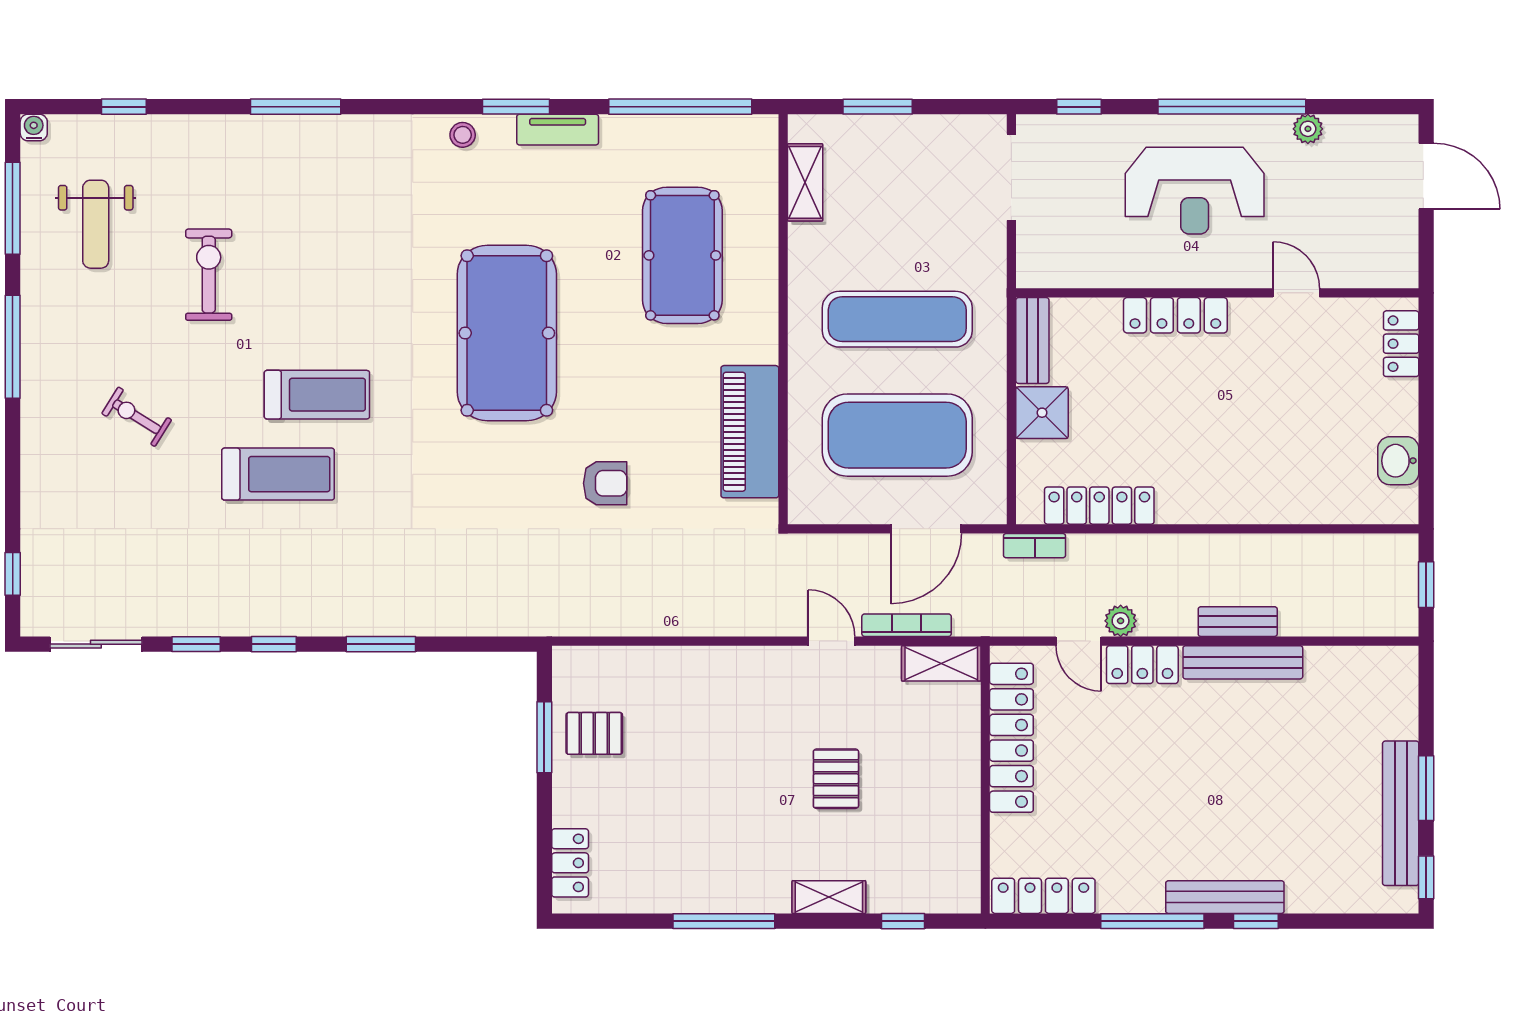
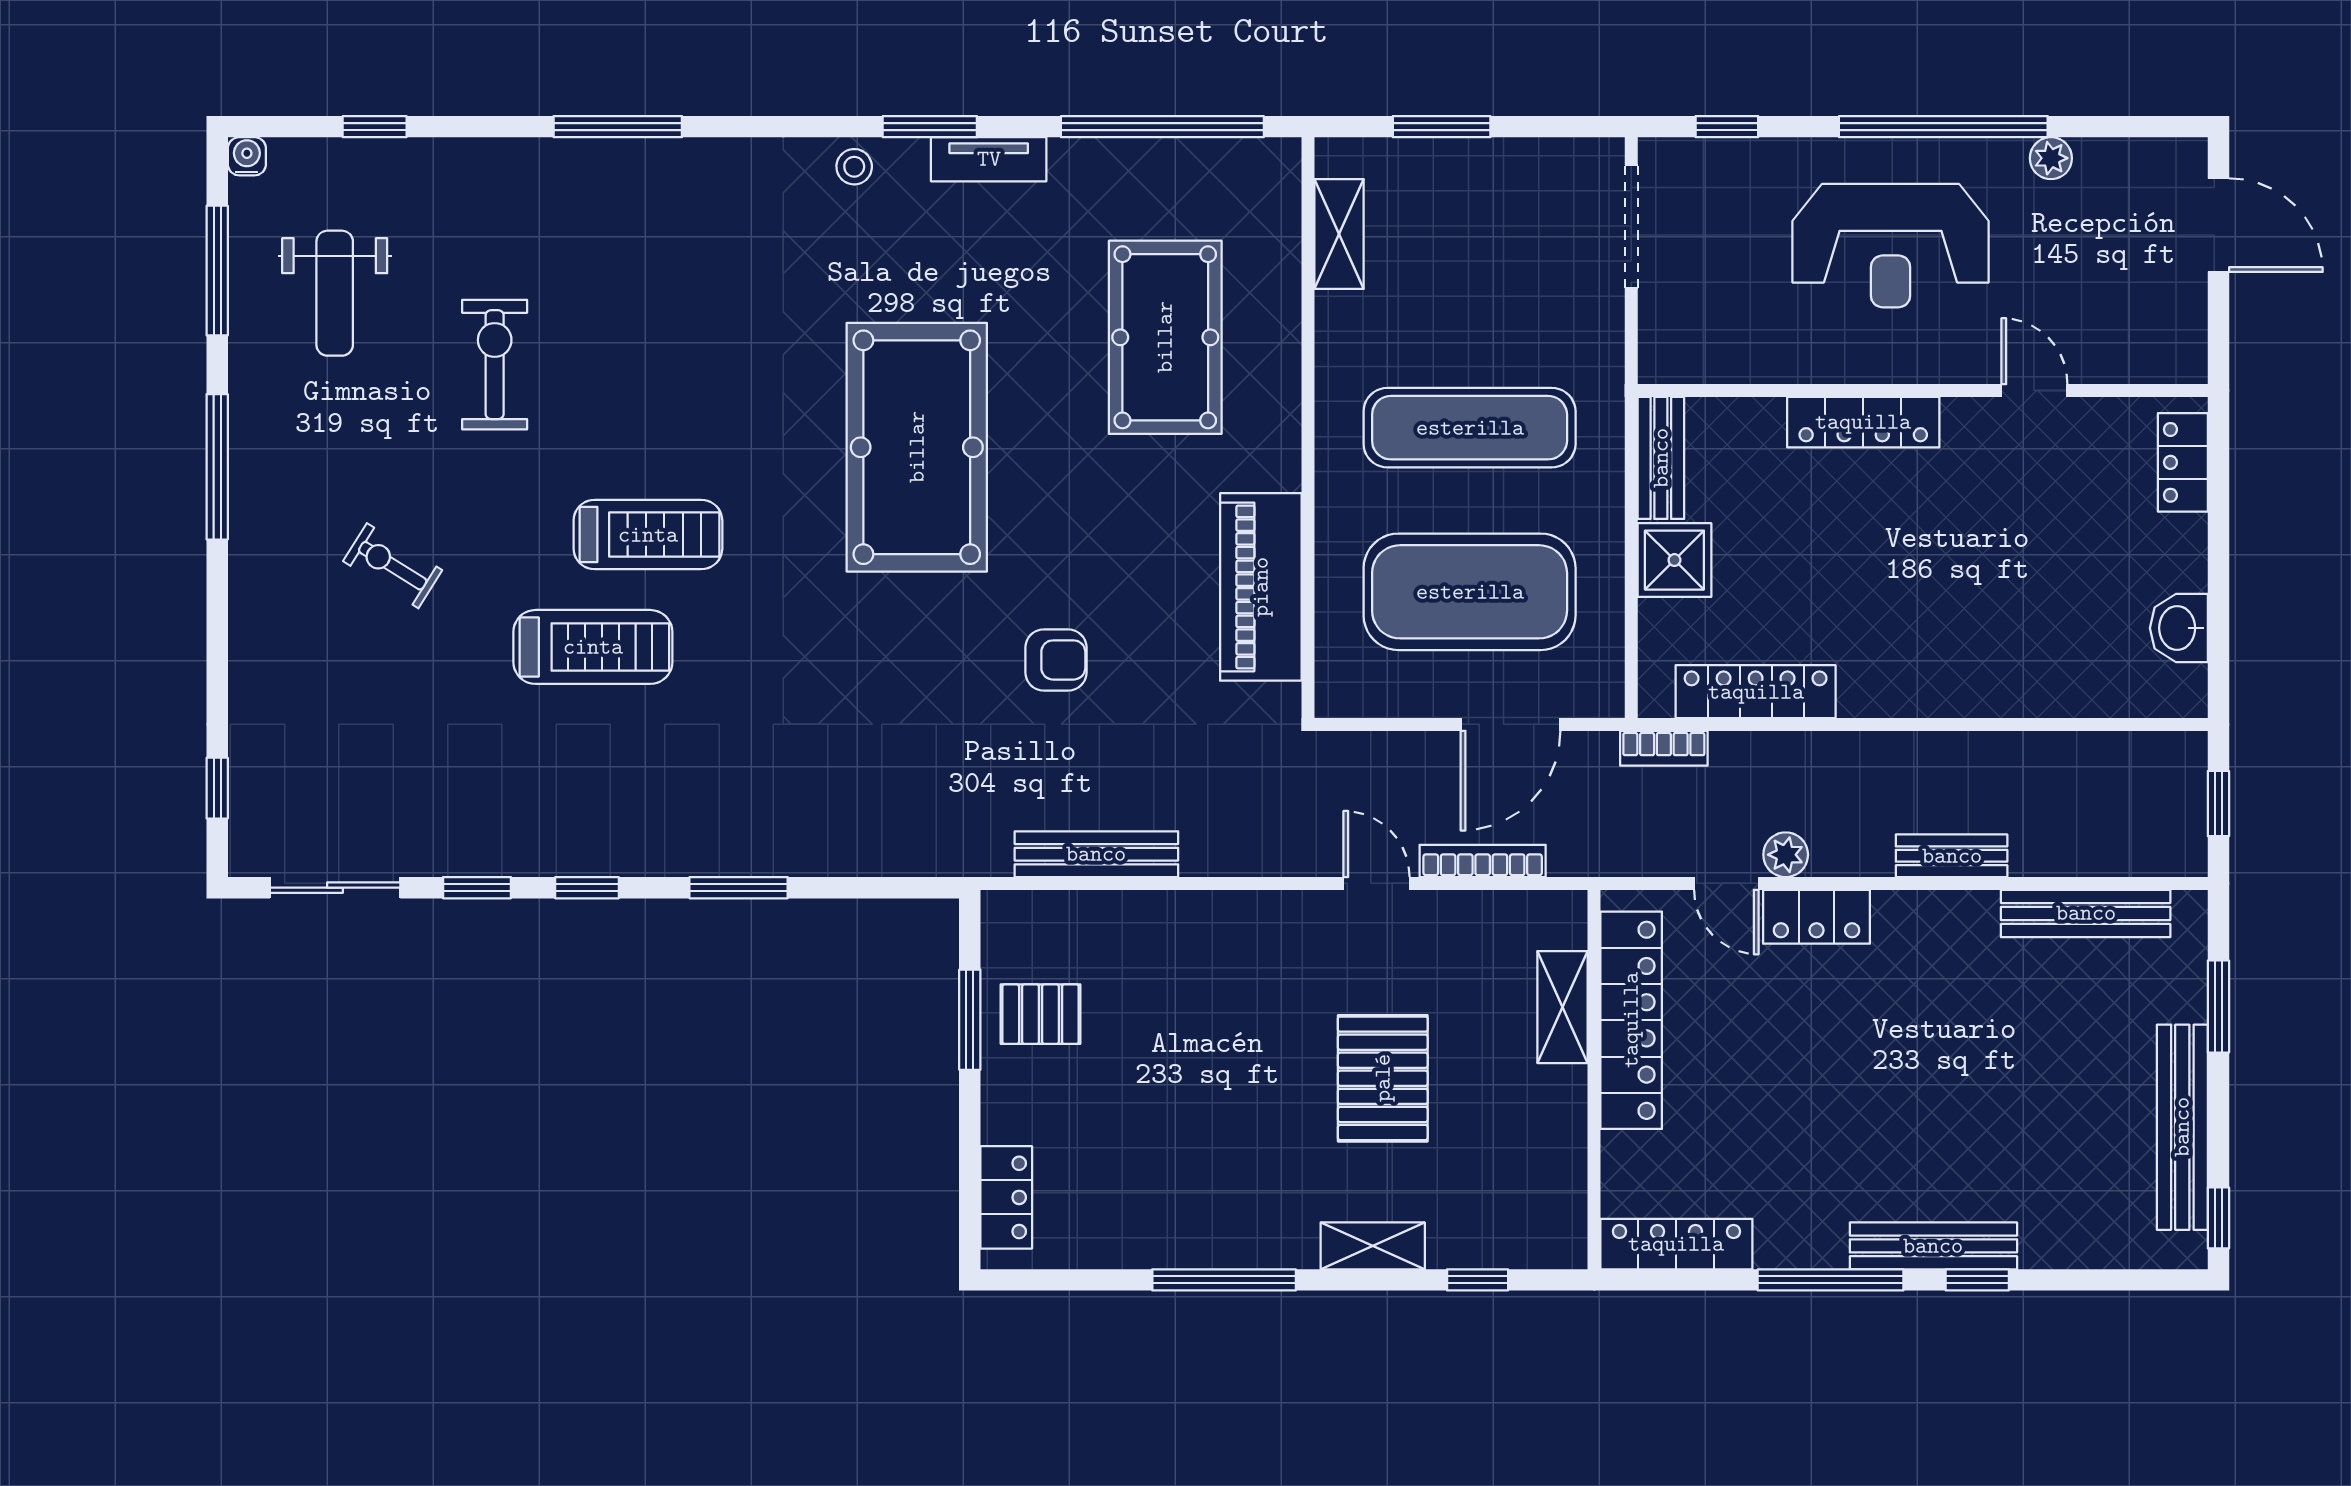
bench: (634, 620) -> (1096, 854), added
bench: (1243, 662) -> (2086, 913), moved
shelving: (941, 663) -> (1563, 1007), moved, turned 90
pallet: (836, 779) -> (1383, 1078), width x1.50, depth x1.42
window: (1426, 788) -> (2218, 1006), moved

